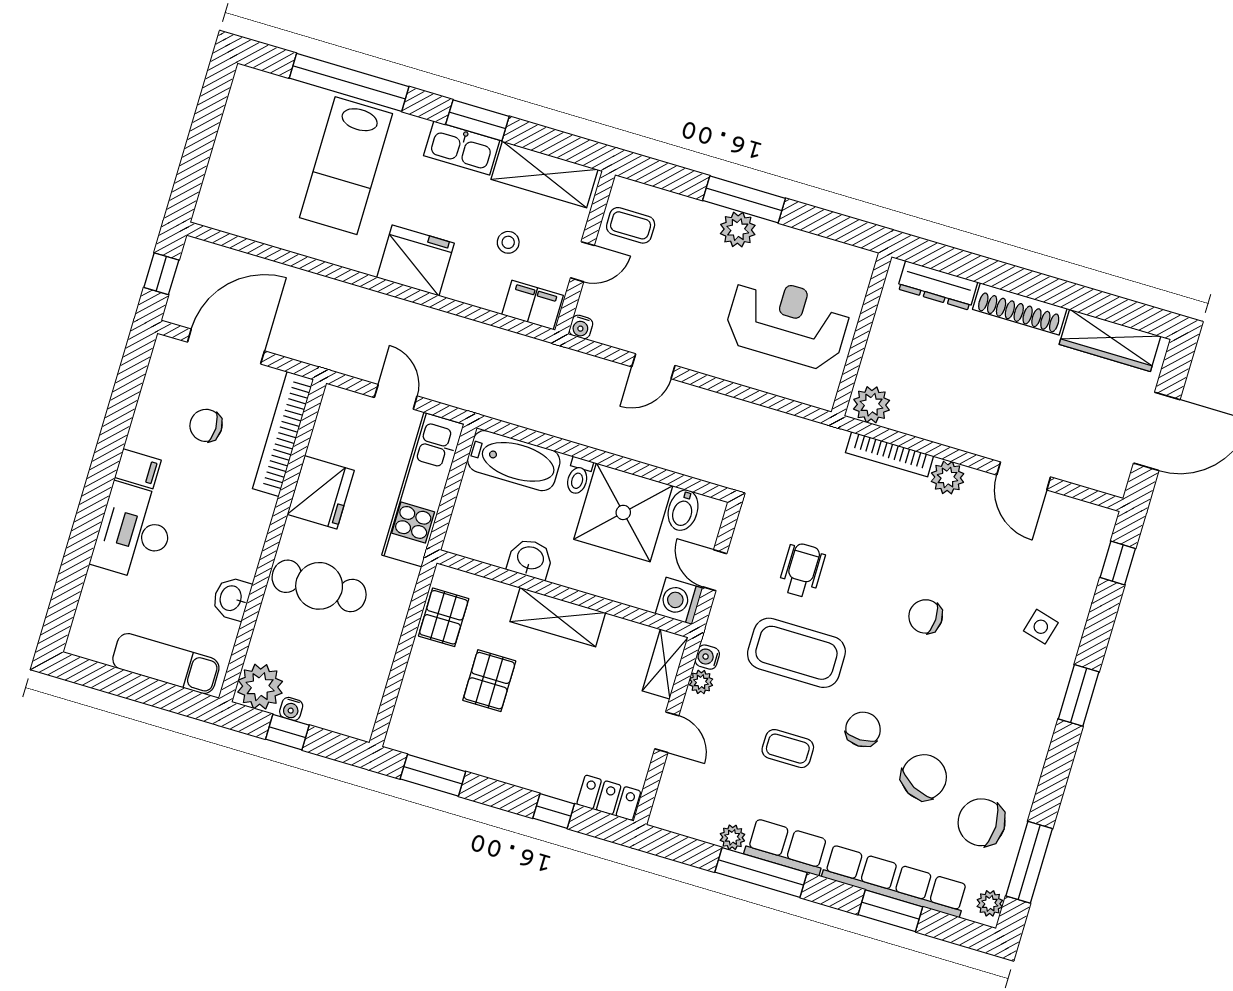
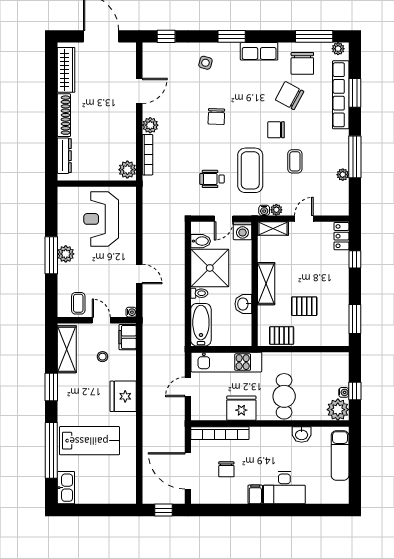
kitchen sink: (462, 148) -> (66, 488), moved
row of seats: (786, 847) -> (259, 51), moved, turned -90

